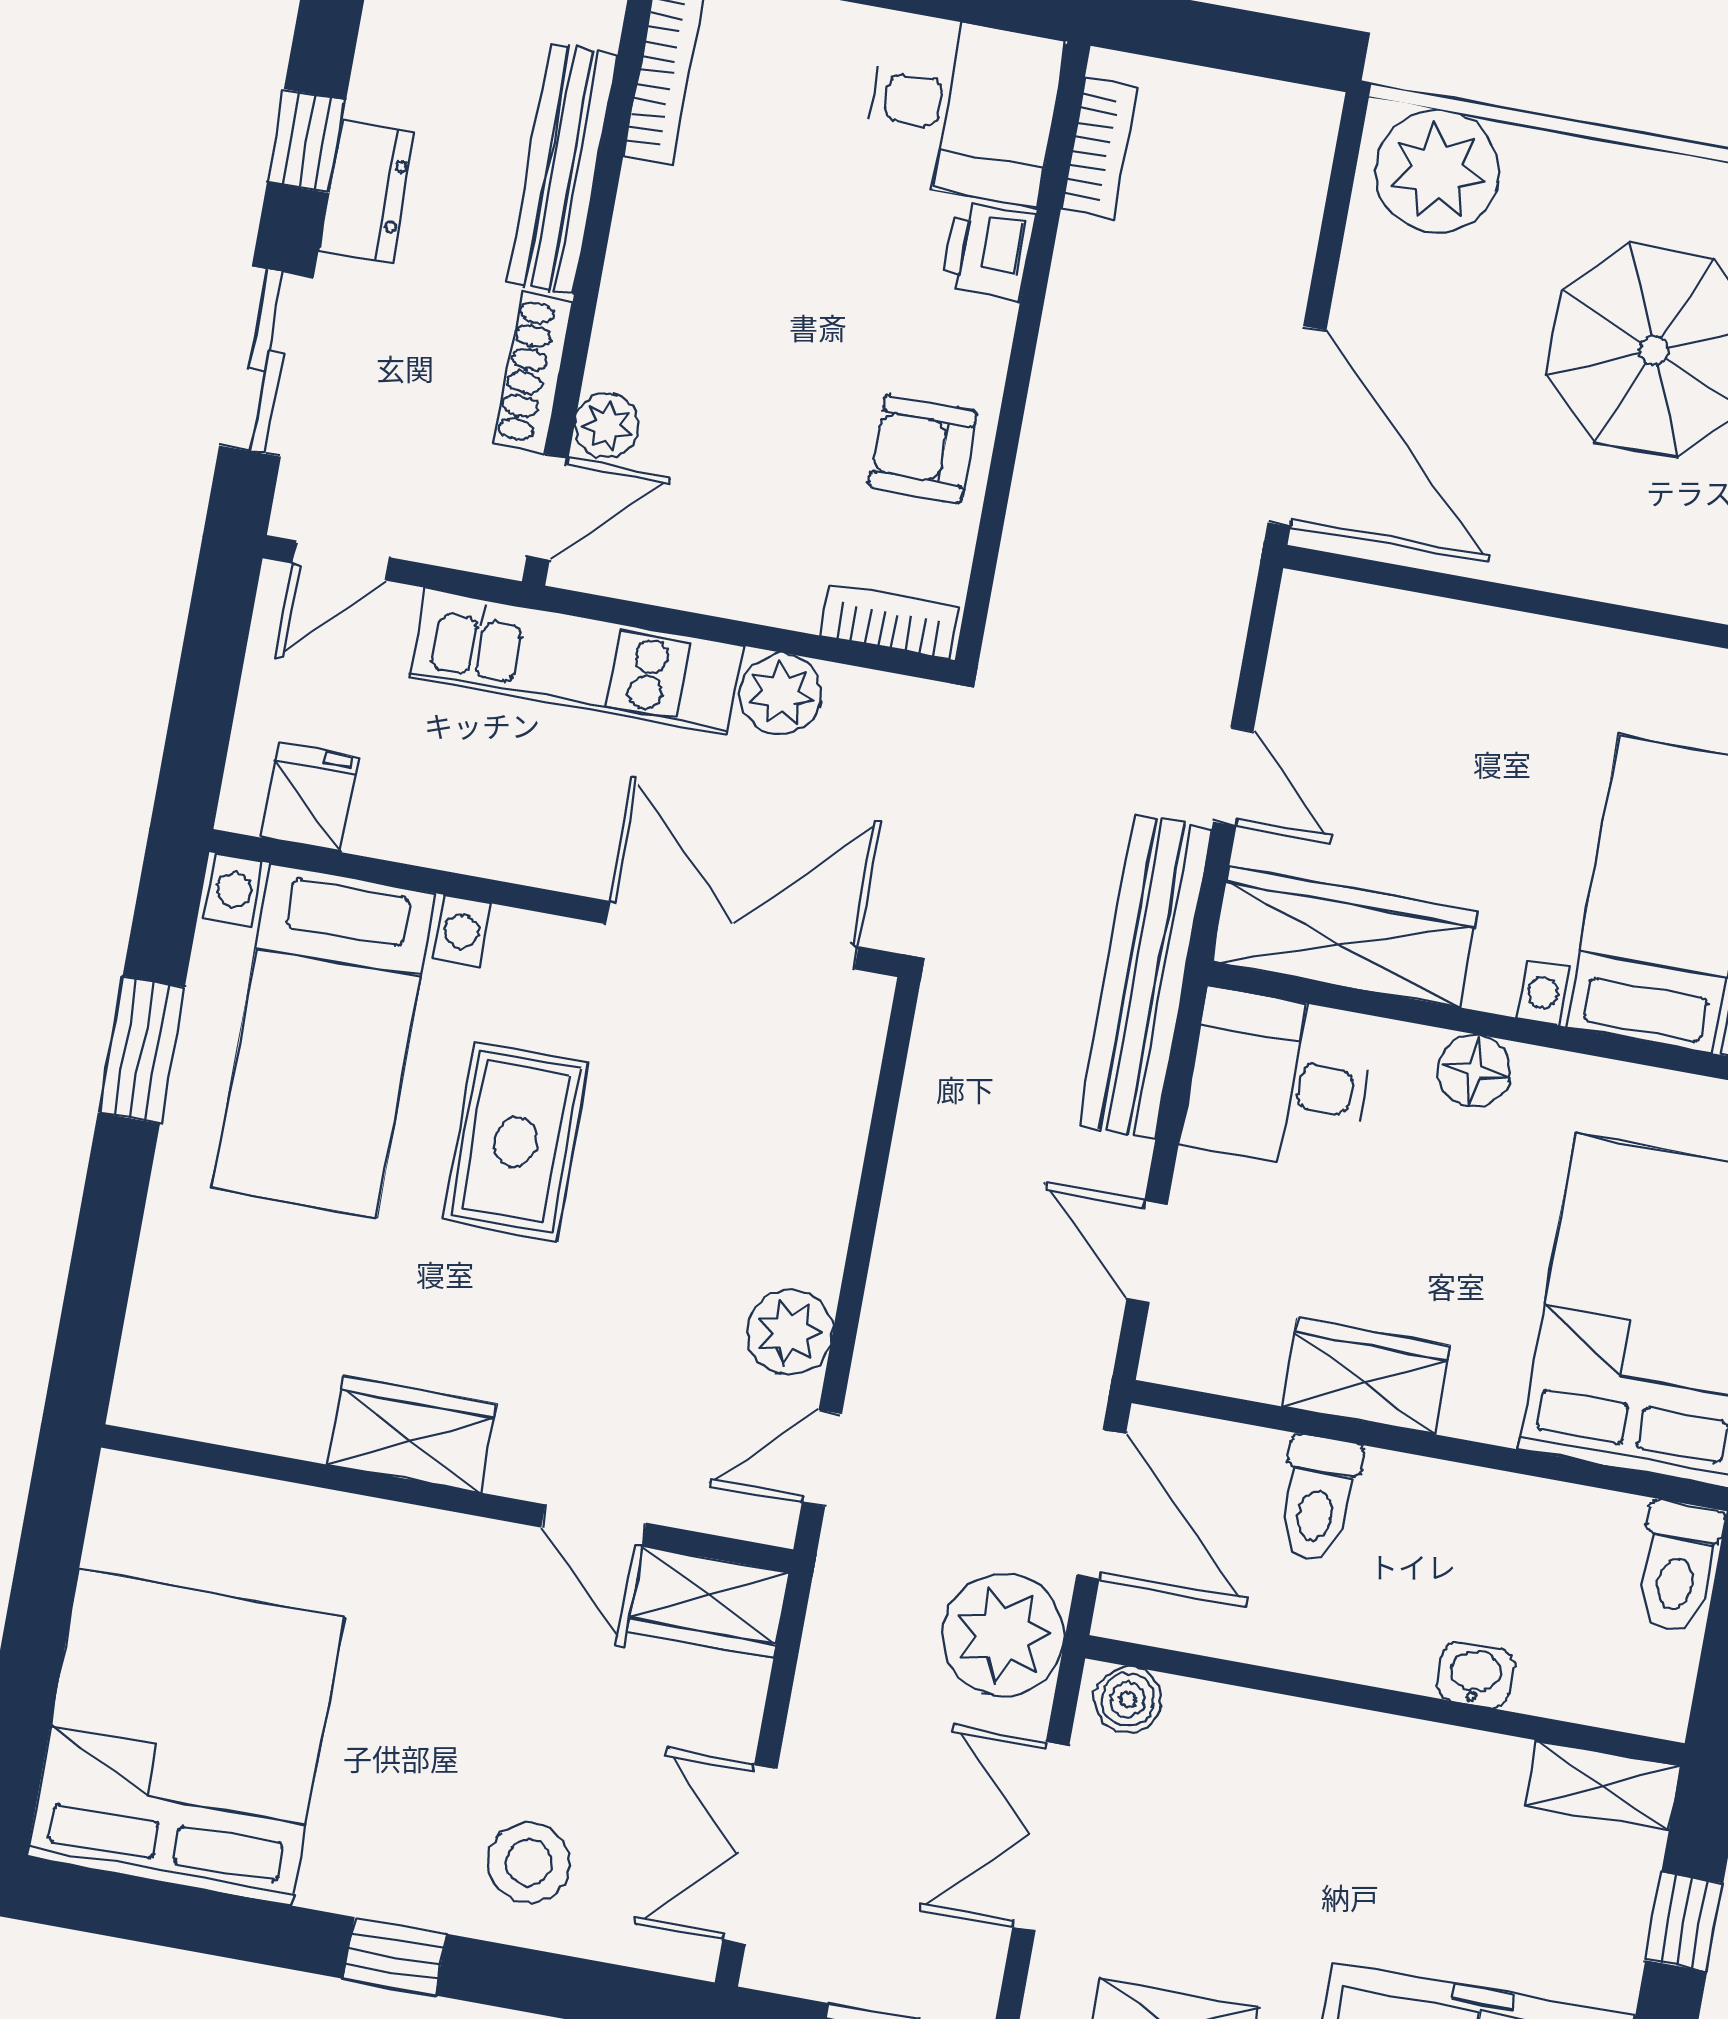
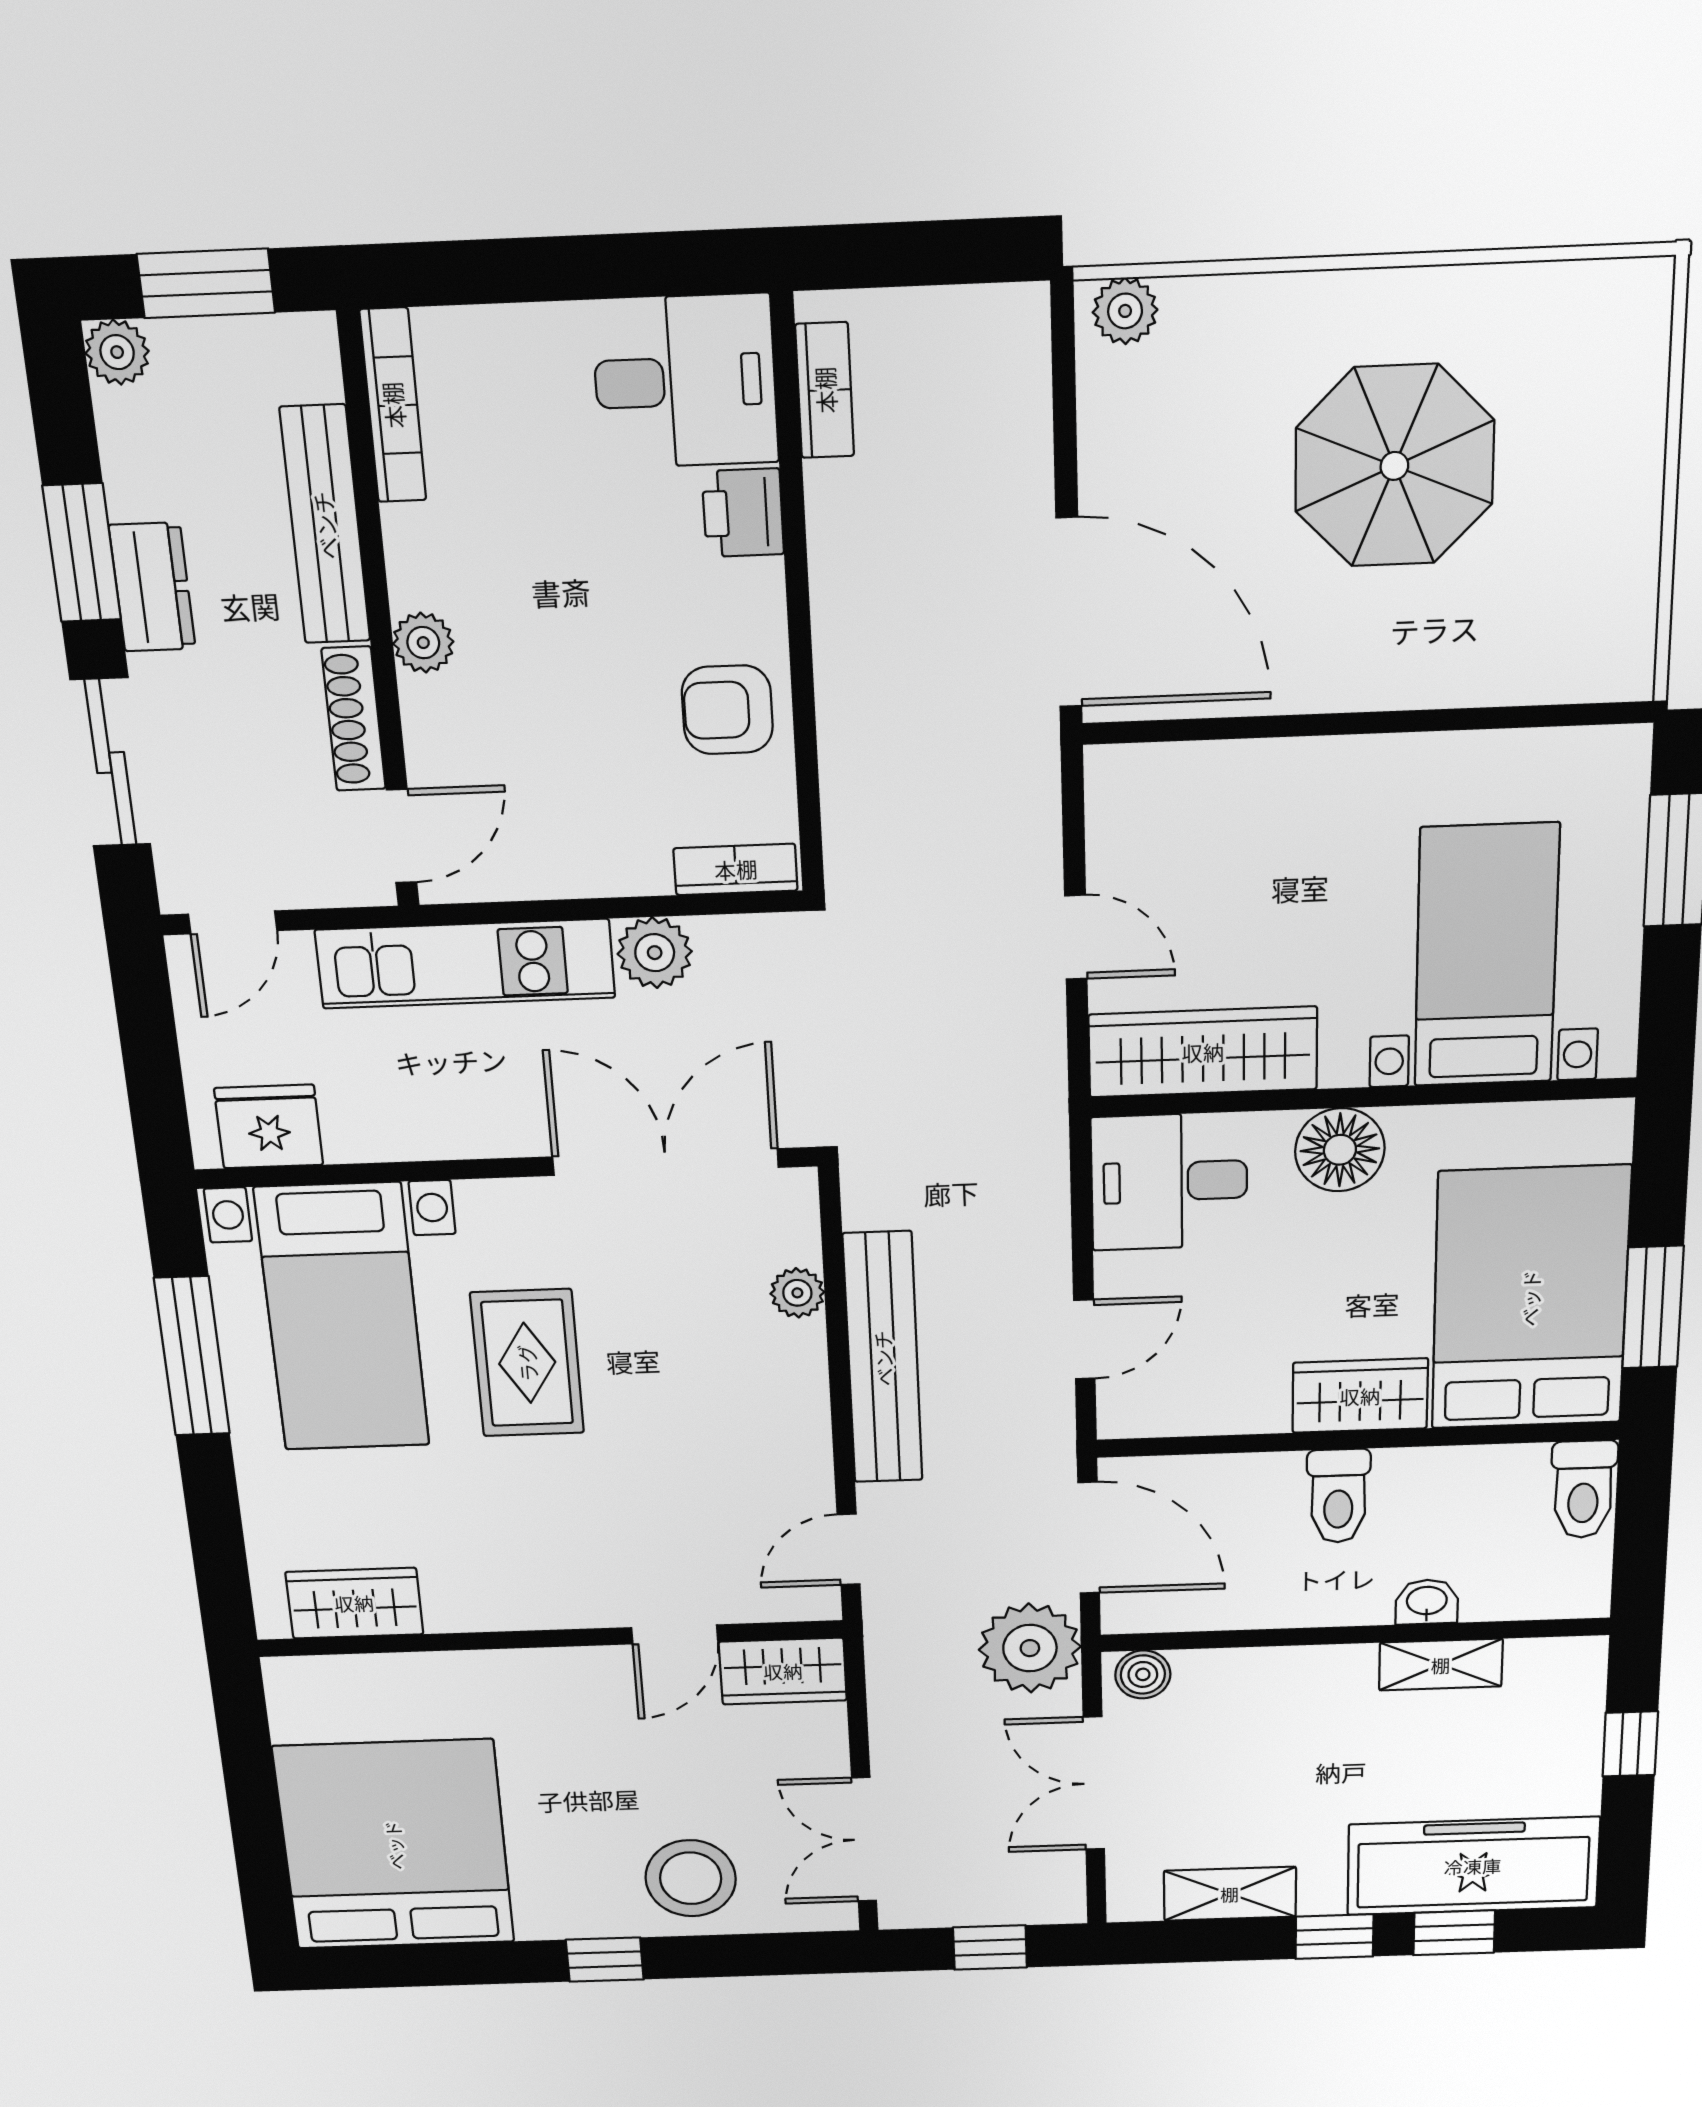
window: (306, 141) -> (82, 553), width x1.50
plant: (1437, 171) -> (1125, 311), width x0.53, depth x0.53
plant: (607, 426) -> (423, 643), moved
fridge: (310, 798) -> (269, 1127), width x1.38
bench: (1145, 977) -> (883, 1358), moved
window: (141, 1050) -> (192, 1356), width x1.44
floor lamp: (1474, 1071) -> (1340, 1150), width x1.38, depth x1.38
door: (1147, 1251) -> (1084, 1340), swing flipped
plant: (790, 1332) -> (797, 1293), moved, width x0.73, depth x0.73
wardrobe: (1366, 1376) -> (1360, 1396), moved
wardrobe: (412, 1434) -> (354, 1603), moved
toilet: (1318, 1499) -> (1338, 1496), moved
door: (594, 1525) -> (675, 1634), hinge flipped
shelving: (1603, 1786) -> (1441, 1665), moved
stool: (529, 1863) -> (691, 1878), width x1.38, depth x1.38

